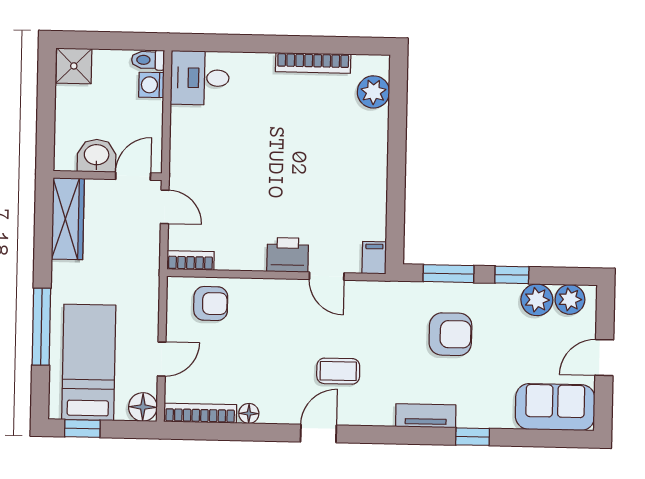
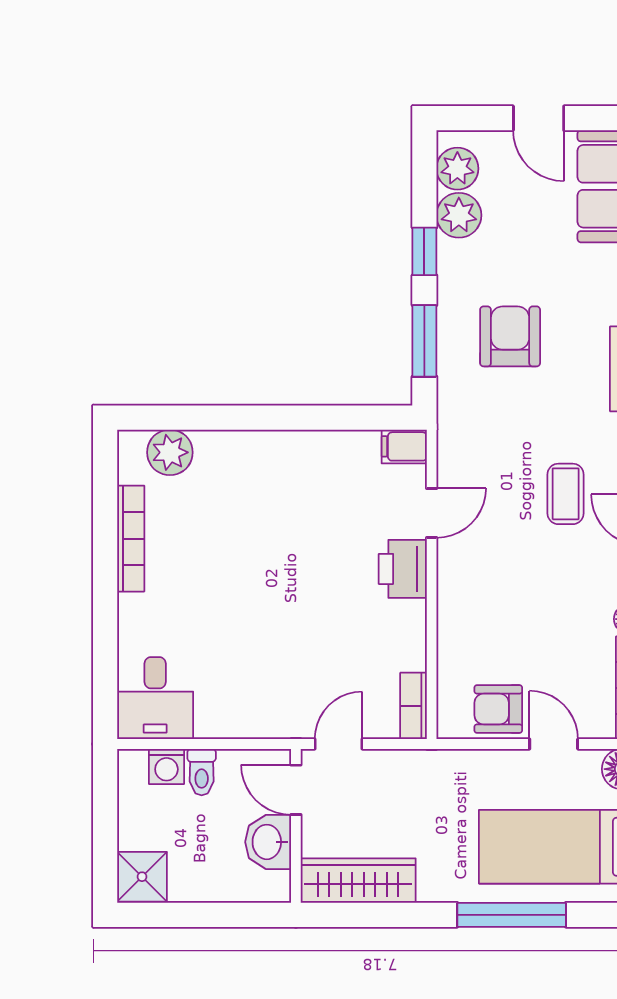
toilet: (148, 60) -> (202, 772), moved
armchair: (211, 304) -> (498, 709), moved, turned -90

